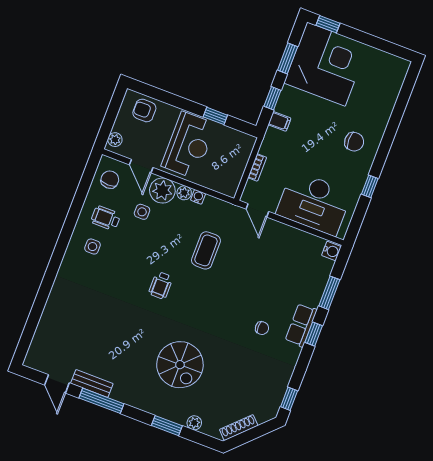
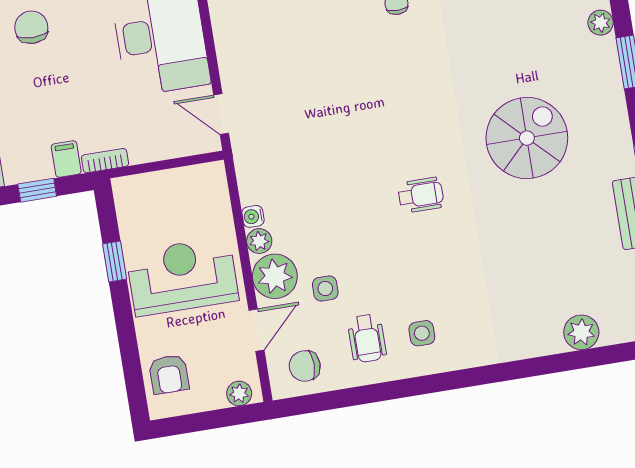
bookcase: (257, 167) -> (105, 161), moved
door: (257, 210) -> (221, 114), swing flipped
coffee table: (206, 250) -> (328, 157), removed
plant: (48, 325) -> (581, 332), added
spiral stairs: (180, 365) -> (527, 138), moved

